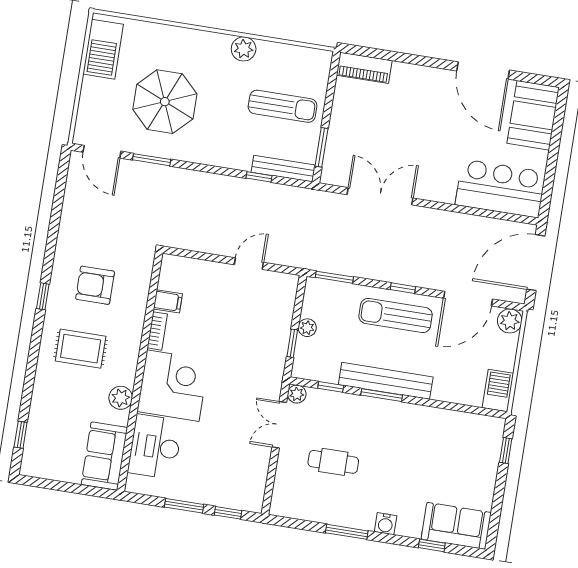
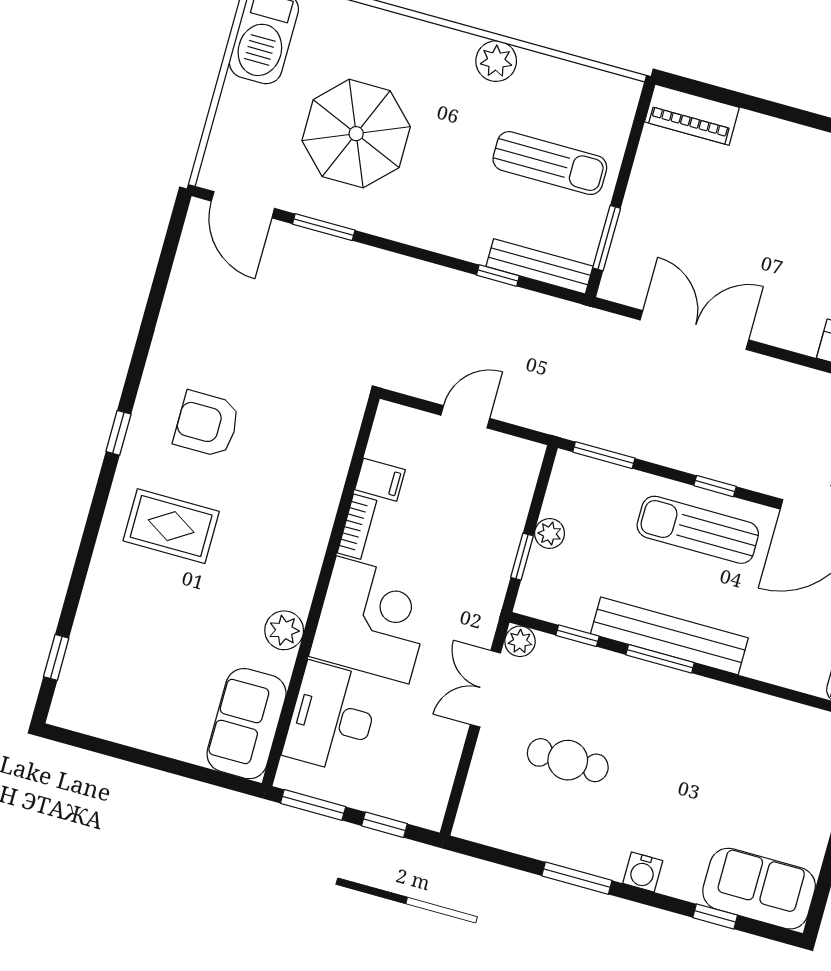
filing cabinet: (168, 301) -> (380, 480), moved
bookcase: (157, 331) -> (357, 527), moved
wall: (140, 372) -> (321, 591), moved
corner desk: (173, 386) -> (373, 620), moved
plant: (121, 398) -> (284, 630), moved
desk: (155, 447) -> (332, 718), moved
sofa: (104, 456) -> (247, 724), moved

